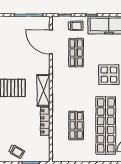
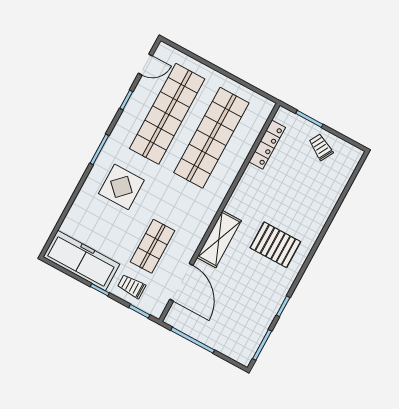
shelving: (43, 90) -> (219, 239), moved
locker: (45, 121) -> (267, 145), moved
shop shelf: (76, 125) -> (211, 138), width x2.00, depth x1.36

